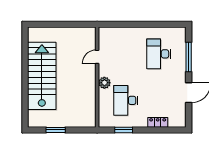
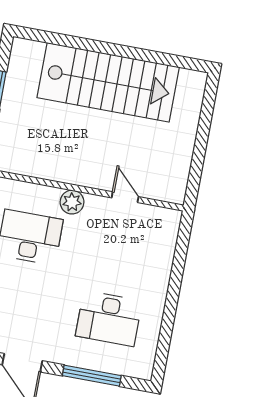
desk: (159, 54) -> (109, 318), turned 180

